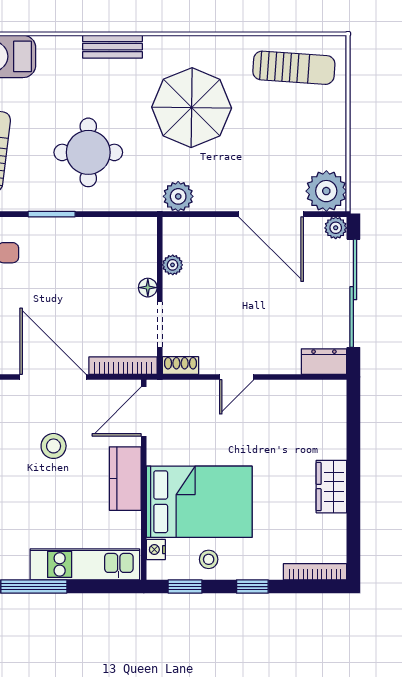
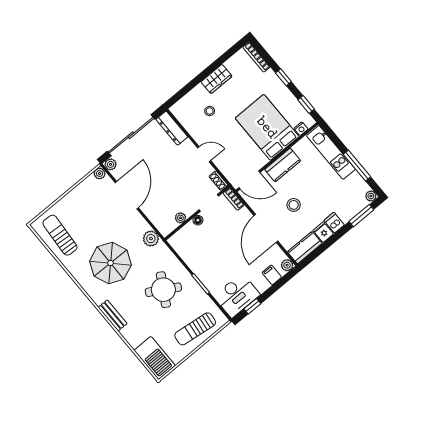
round table: (88, 152) -> (163, 290), turned 30
plant: (326, 191) -> (100, 174), width x0.53, depth x0.53
dresser: (324, 362) -> (172, 128), width x1.44
bookcase: (123, 366) -> (234, 199), width x0.64
stool: (209, 559) -> (210, 111), moved

